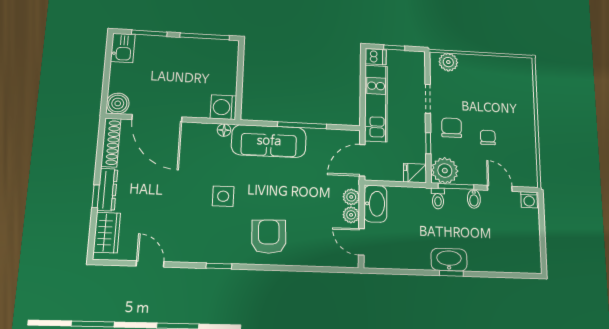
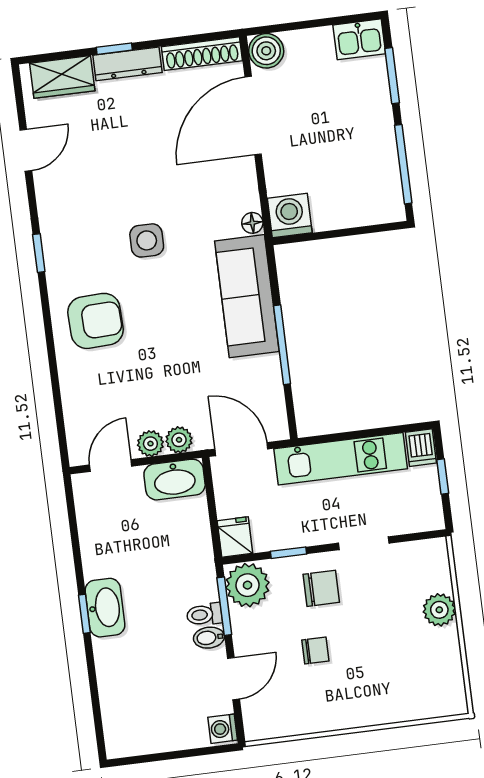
plant: (448, 62) -> (439, 610), moved
toilet: (438, 198) -> (204, 614), moved

